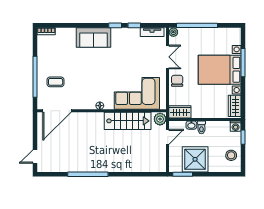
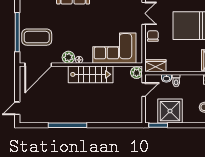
coffee table: (56, 82) -> (37, 37), width x1.86, depth x1.72
plant: (89, 103) -> (68, 57), added
stairs: (128, 121) -> (91, 74), moved

